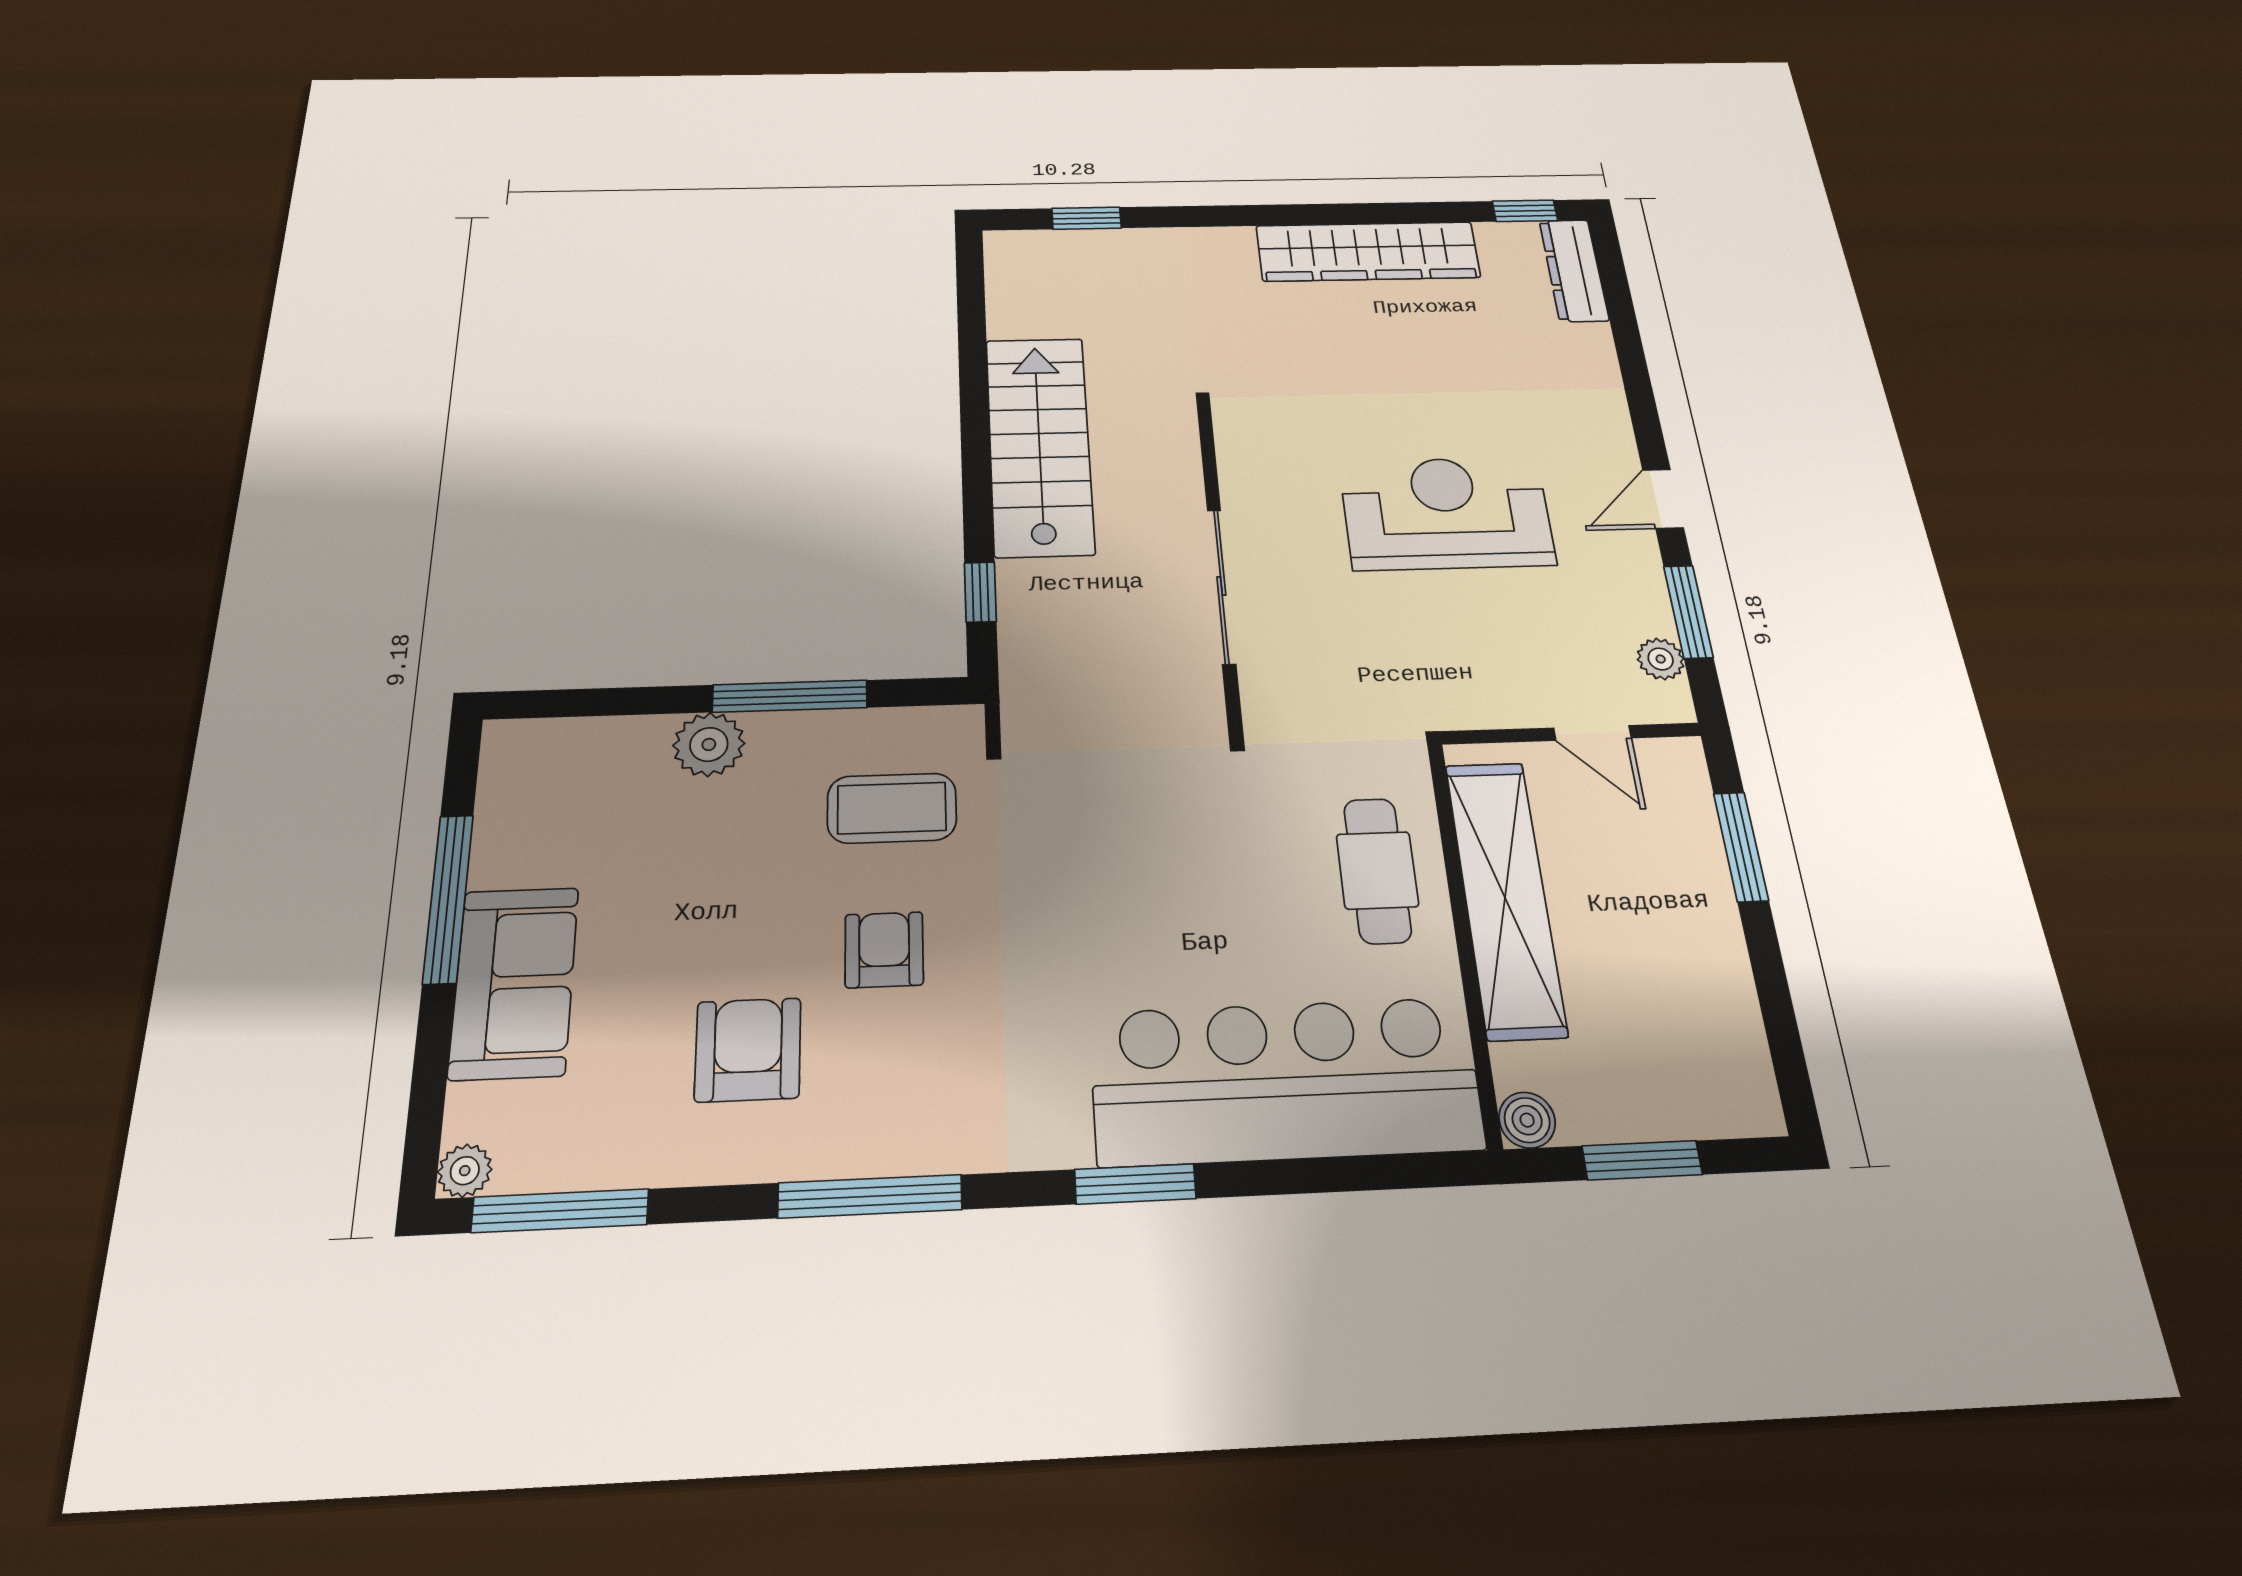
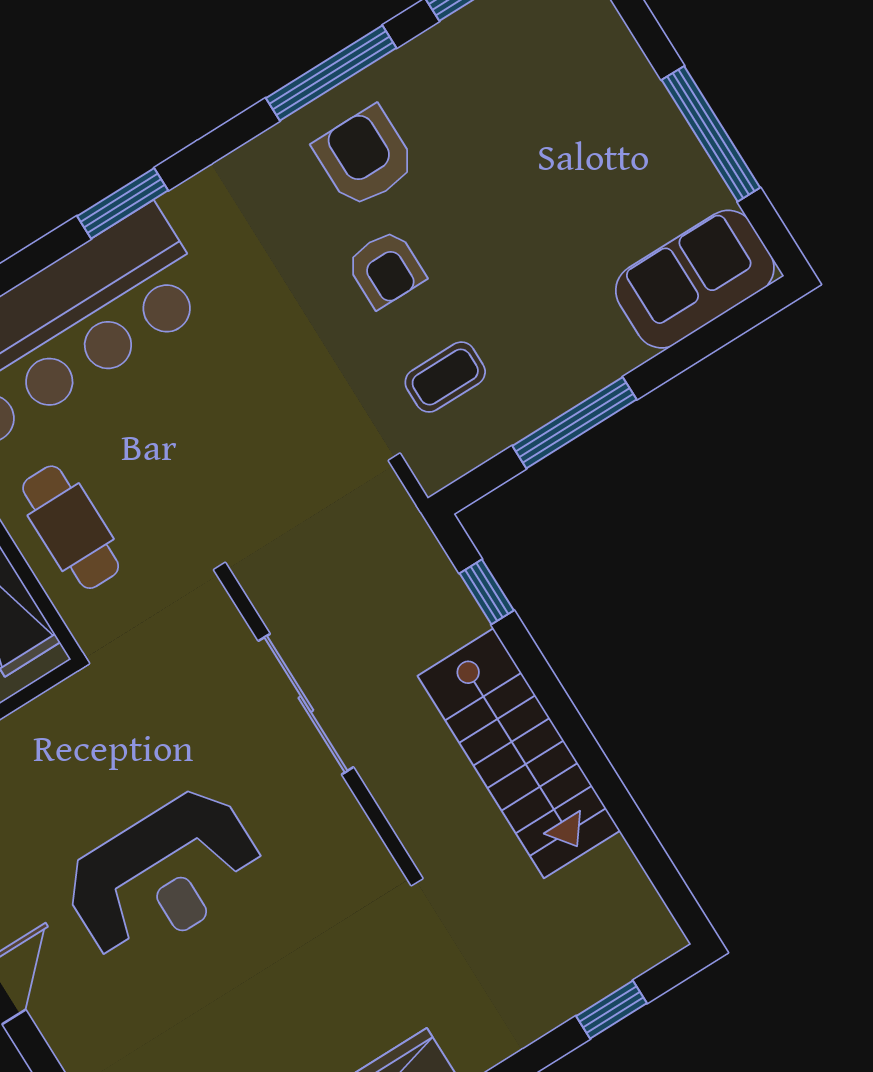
plant: (709, 744) -> (608, 351), removed
coffee table: (892, 808) -> (445, 377), width x0.73, depth x0.77
sofa: (514, 982) -> (695, 279), moved, turned 90
armchair: (748, 1050) -> (365, 157), moved, turned 180
window: (870, 1196) -> (331, 73), moved

